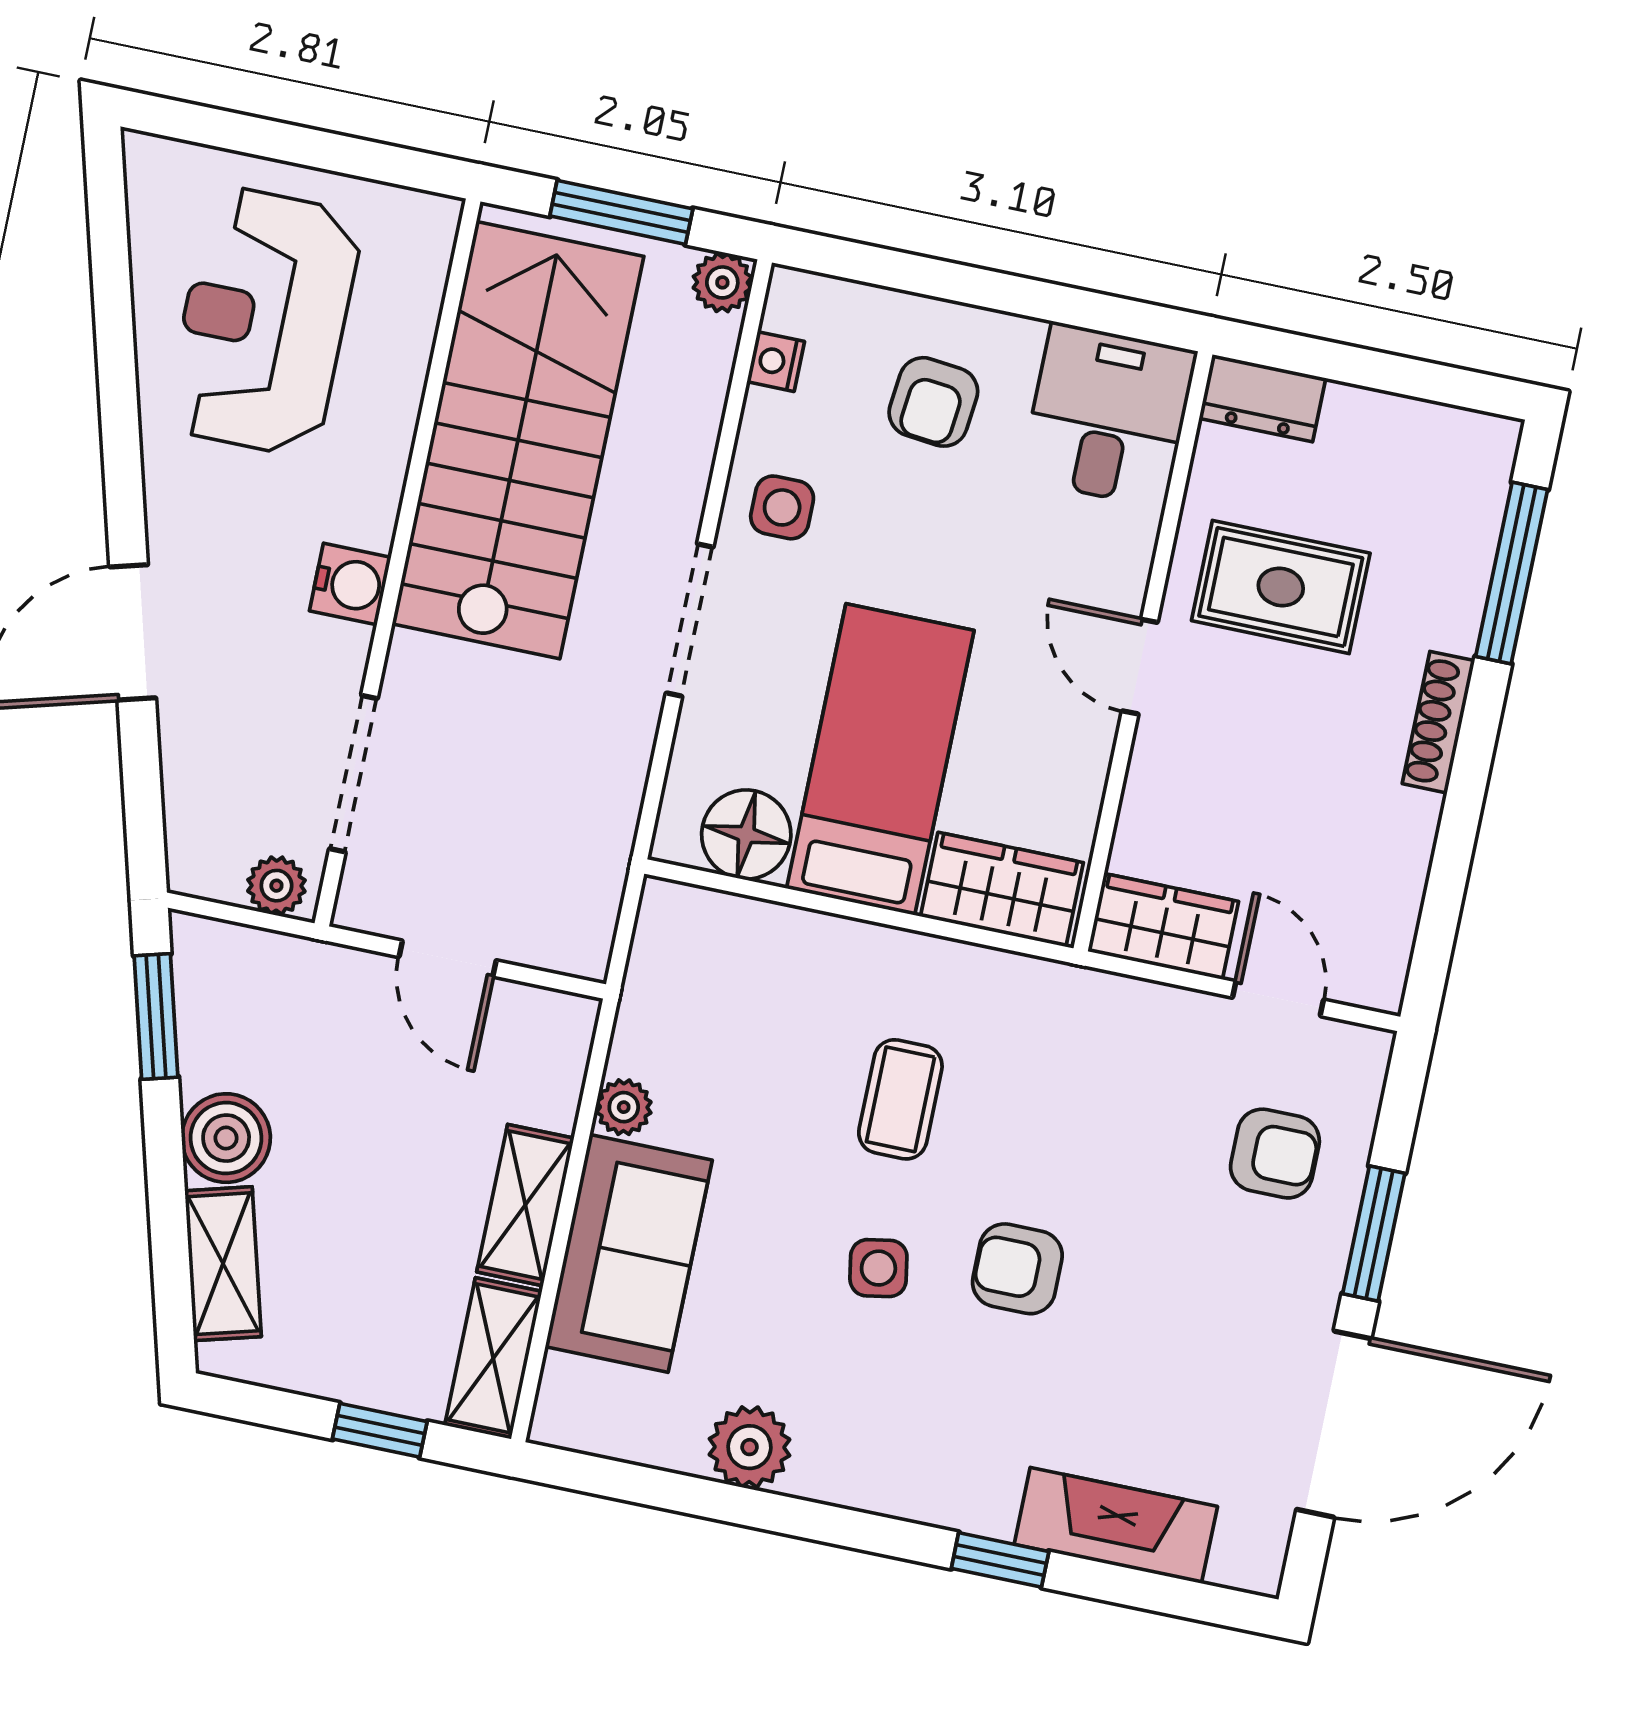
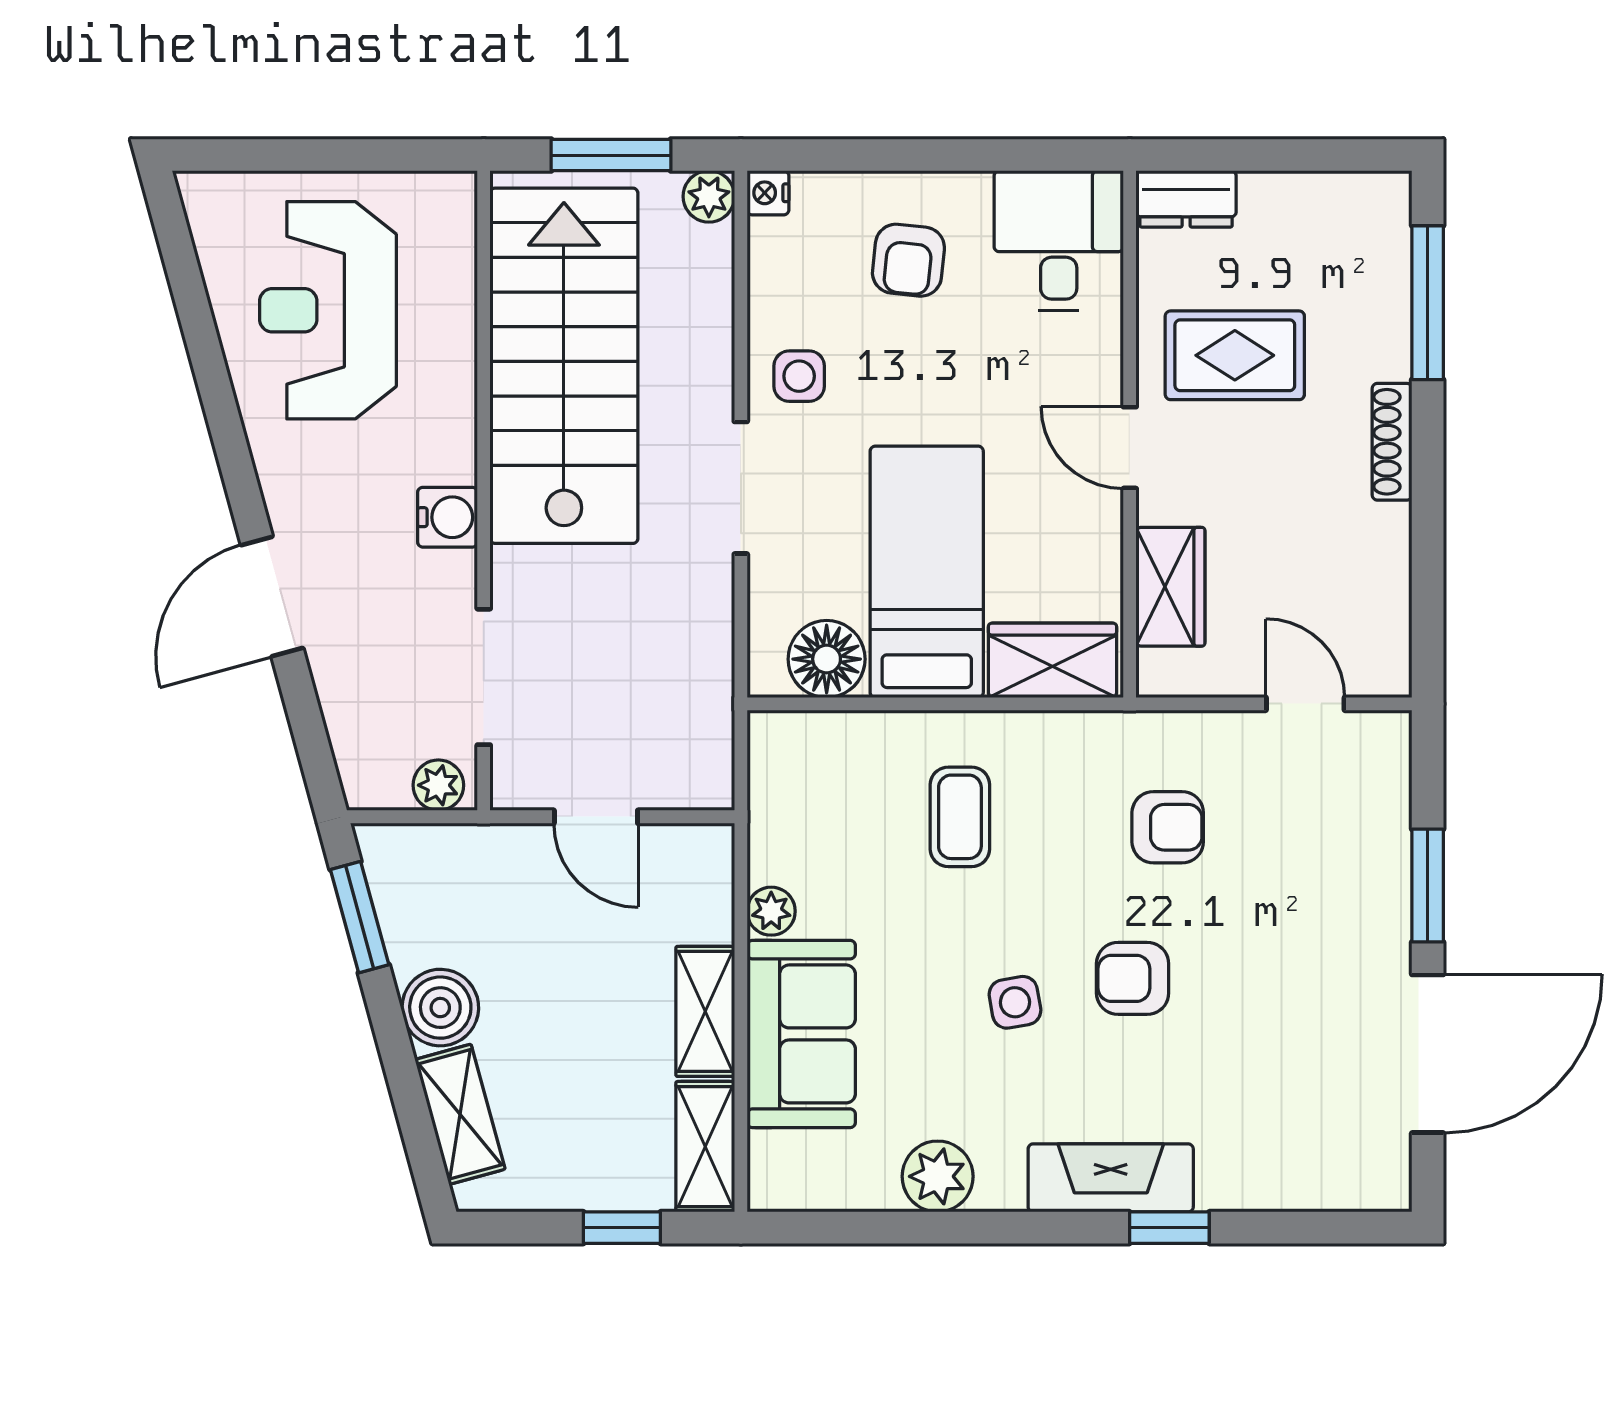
nightstand: (776, 362) -> (768, 193), moved
wardrobe: (1163, 926) -> (1170, 587), moved, turned 90
coffee table: (900, 1099) -> (960, 817), moved
armchair: (1275, 1154) -> (1168, 827), moved
fireplace: (1116, 1525) -> (1111, 1178), moved

